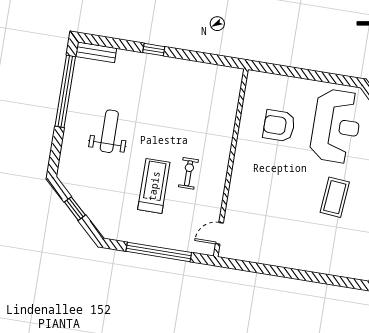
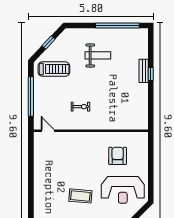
bench: (96, 52) -> (144, 71), moved
treadmill: (154, 186) -> (54, 69), moved

